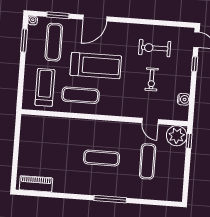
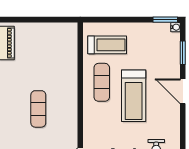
window: (24, 40) -> (165, 20), moved
exercise mat: (54, 42) -> (155, 51), removed

